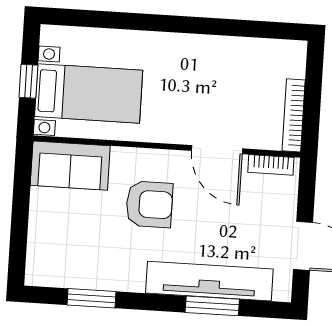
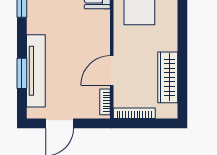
wardrobe: (235, 53) -> (168, 77), added
armchair: (149, 204) -> (78, 34), removed

